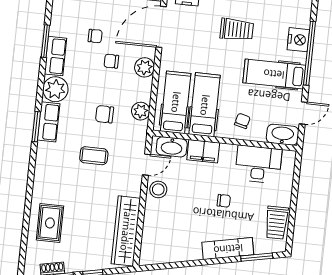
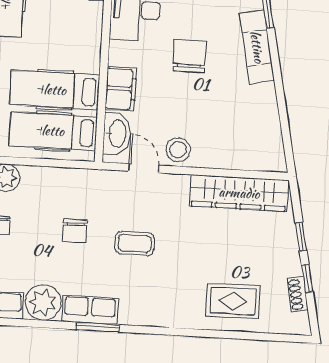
plant: (141, 111) -> (68, 180), removed
chair: (242, 121) -> (75, 35), removed
coffee table: (94, 156) -> (135, 243), turned 90
chair: (224, 201) -> (190, 56), width x1.87, depth x1.87

